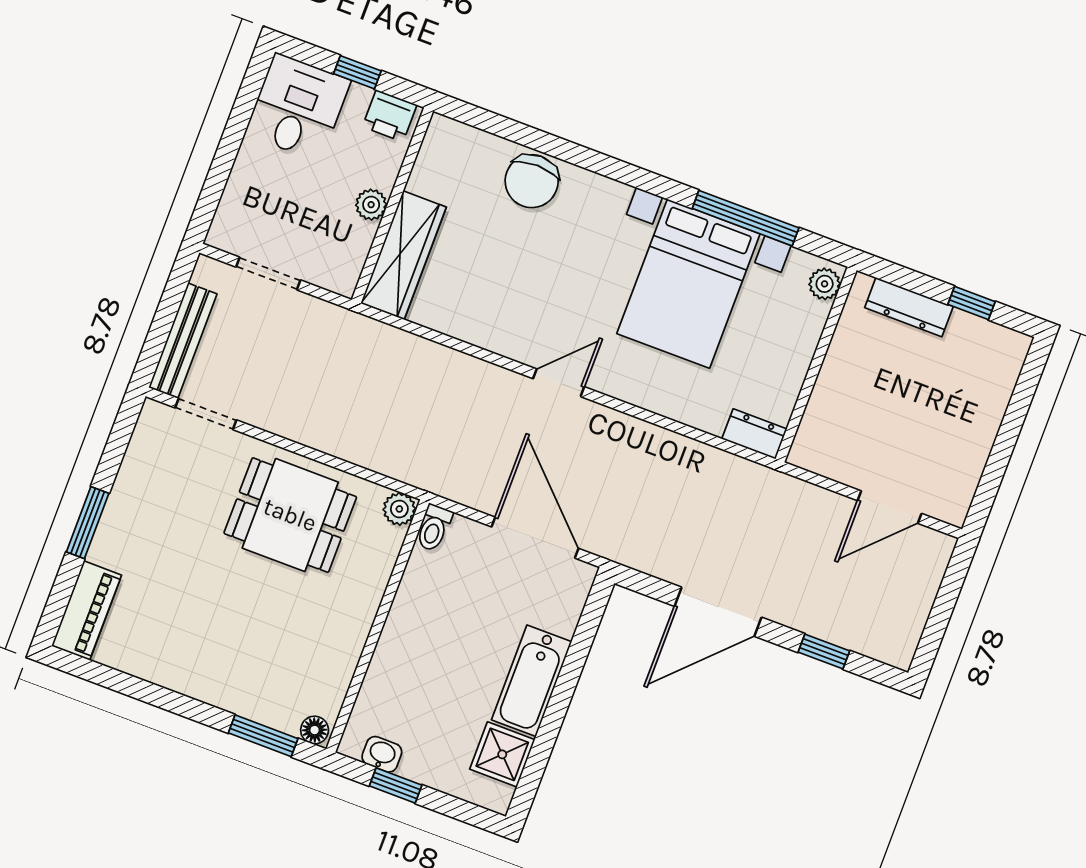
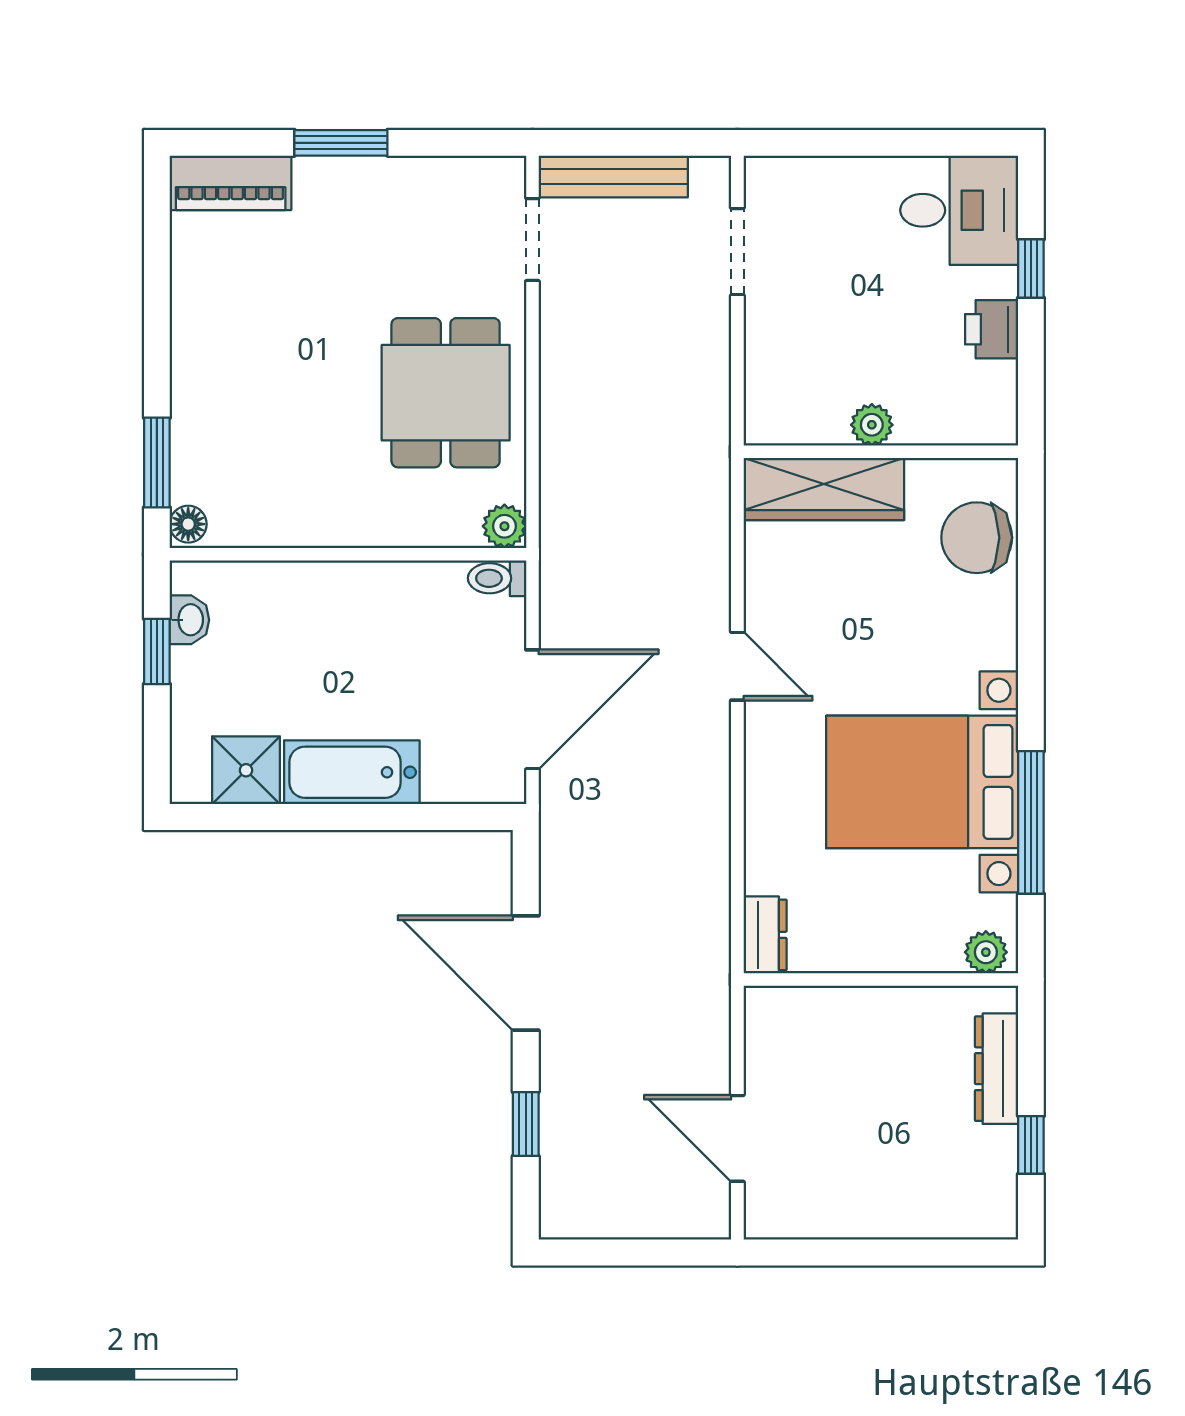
plant: (371, 205) -> (872, 425), moved
wall: (392, 205) -> (881, 452), moved
wardrobe: (403, 255) -> (824, 489), moved

